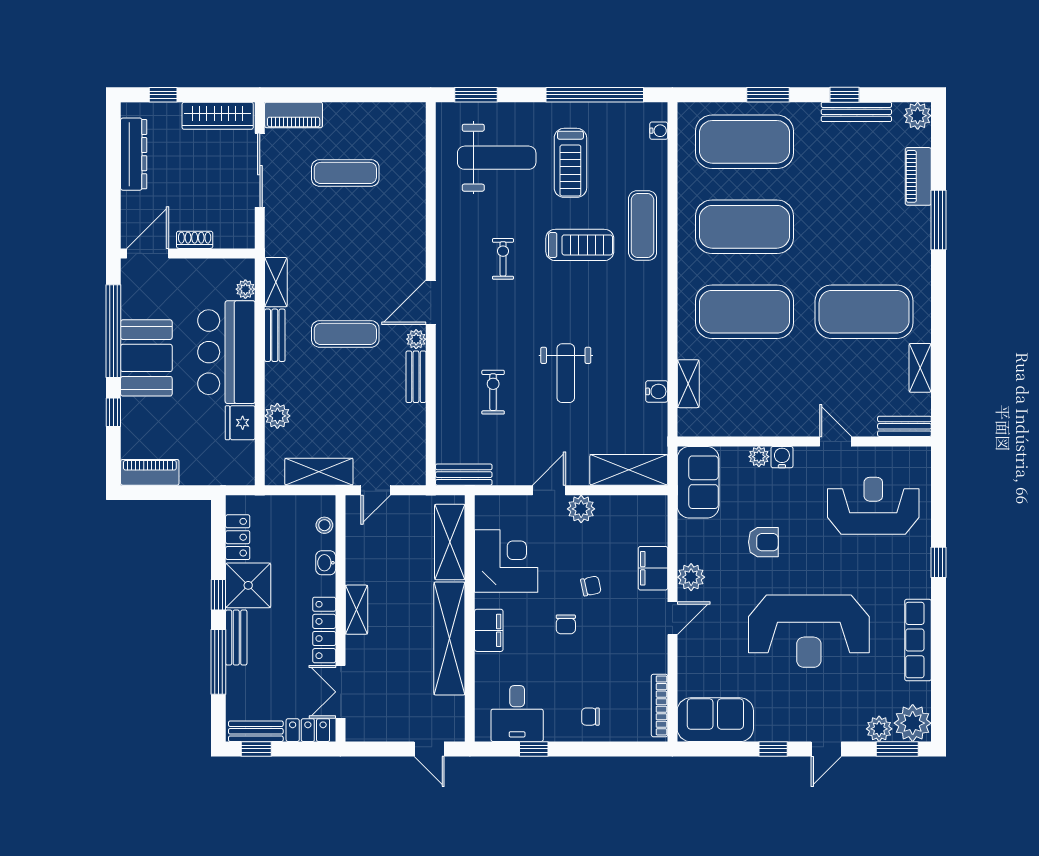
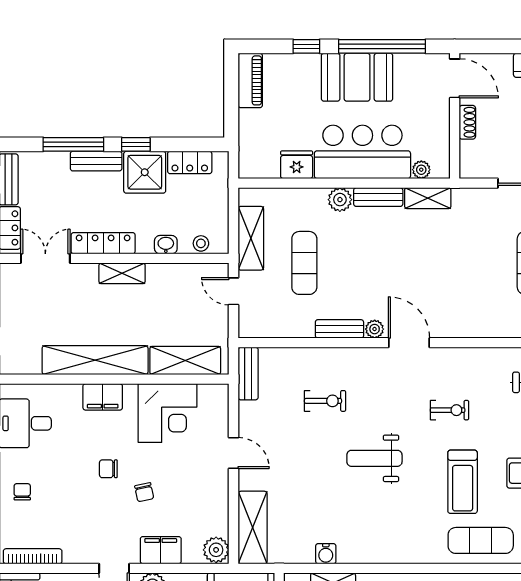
exercise mat: (345, 334) -> (304, 263), moved
weight bench: (566, 373) -> (374, 458), moved
plant: (277, 416) -> (340, 200), moved
plant: (581, 509) -> (216, 550), moved

